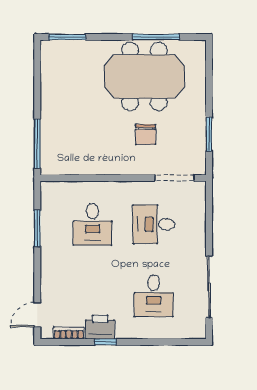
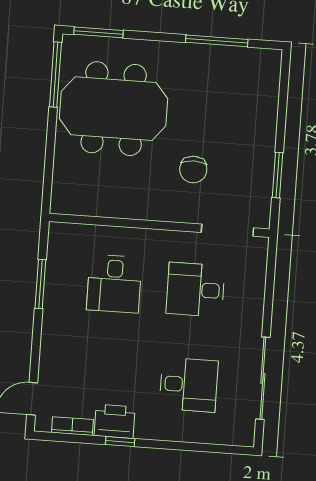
meeting table: (144, 76) -> (114, 109), moved
window: (37, 143) -> (55, 74), moved
desk: (154, 296) -> (189, 385), turned -90

